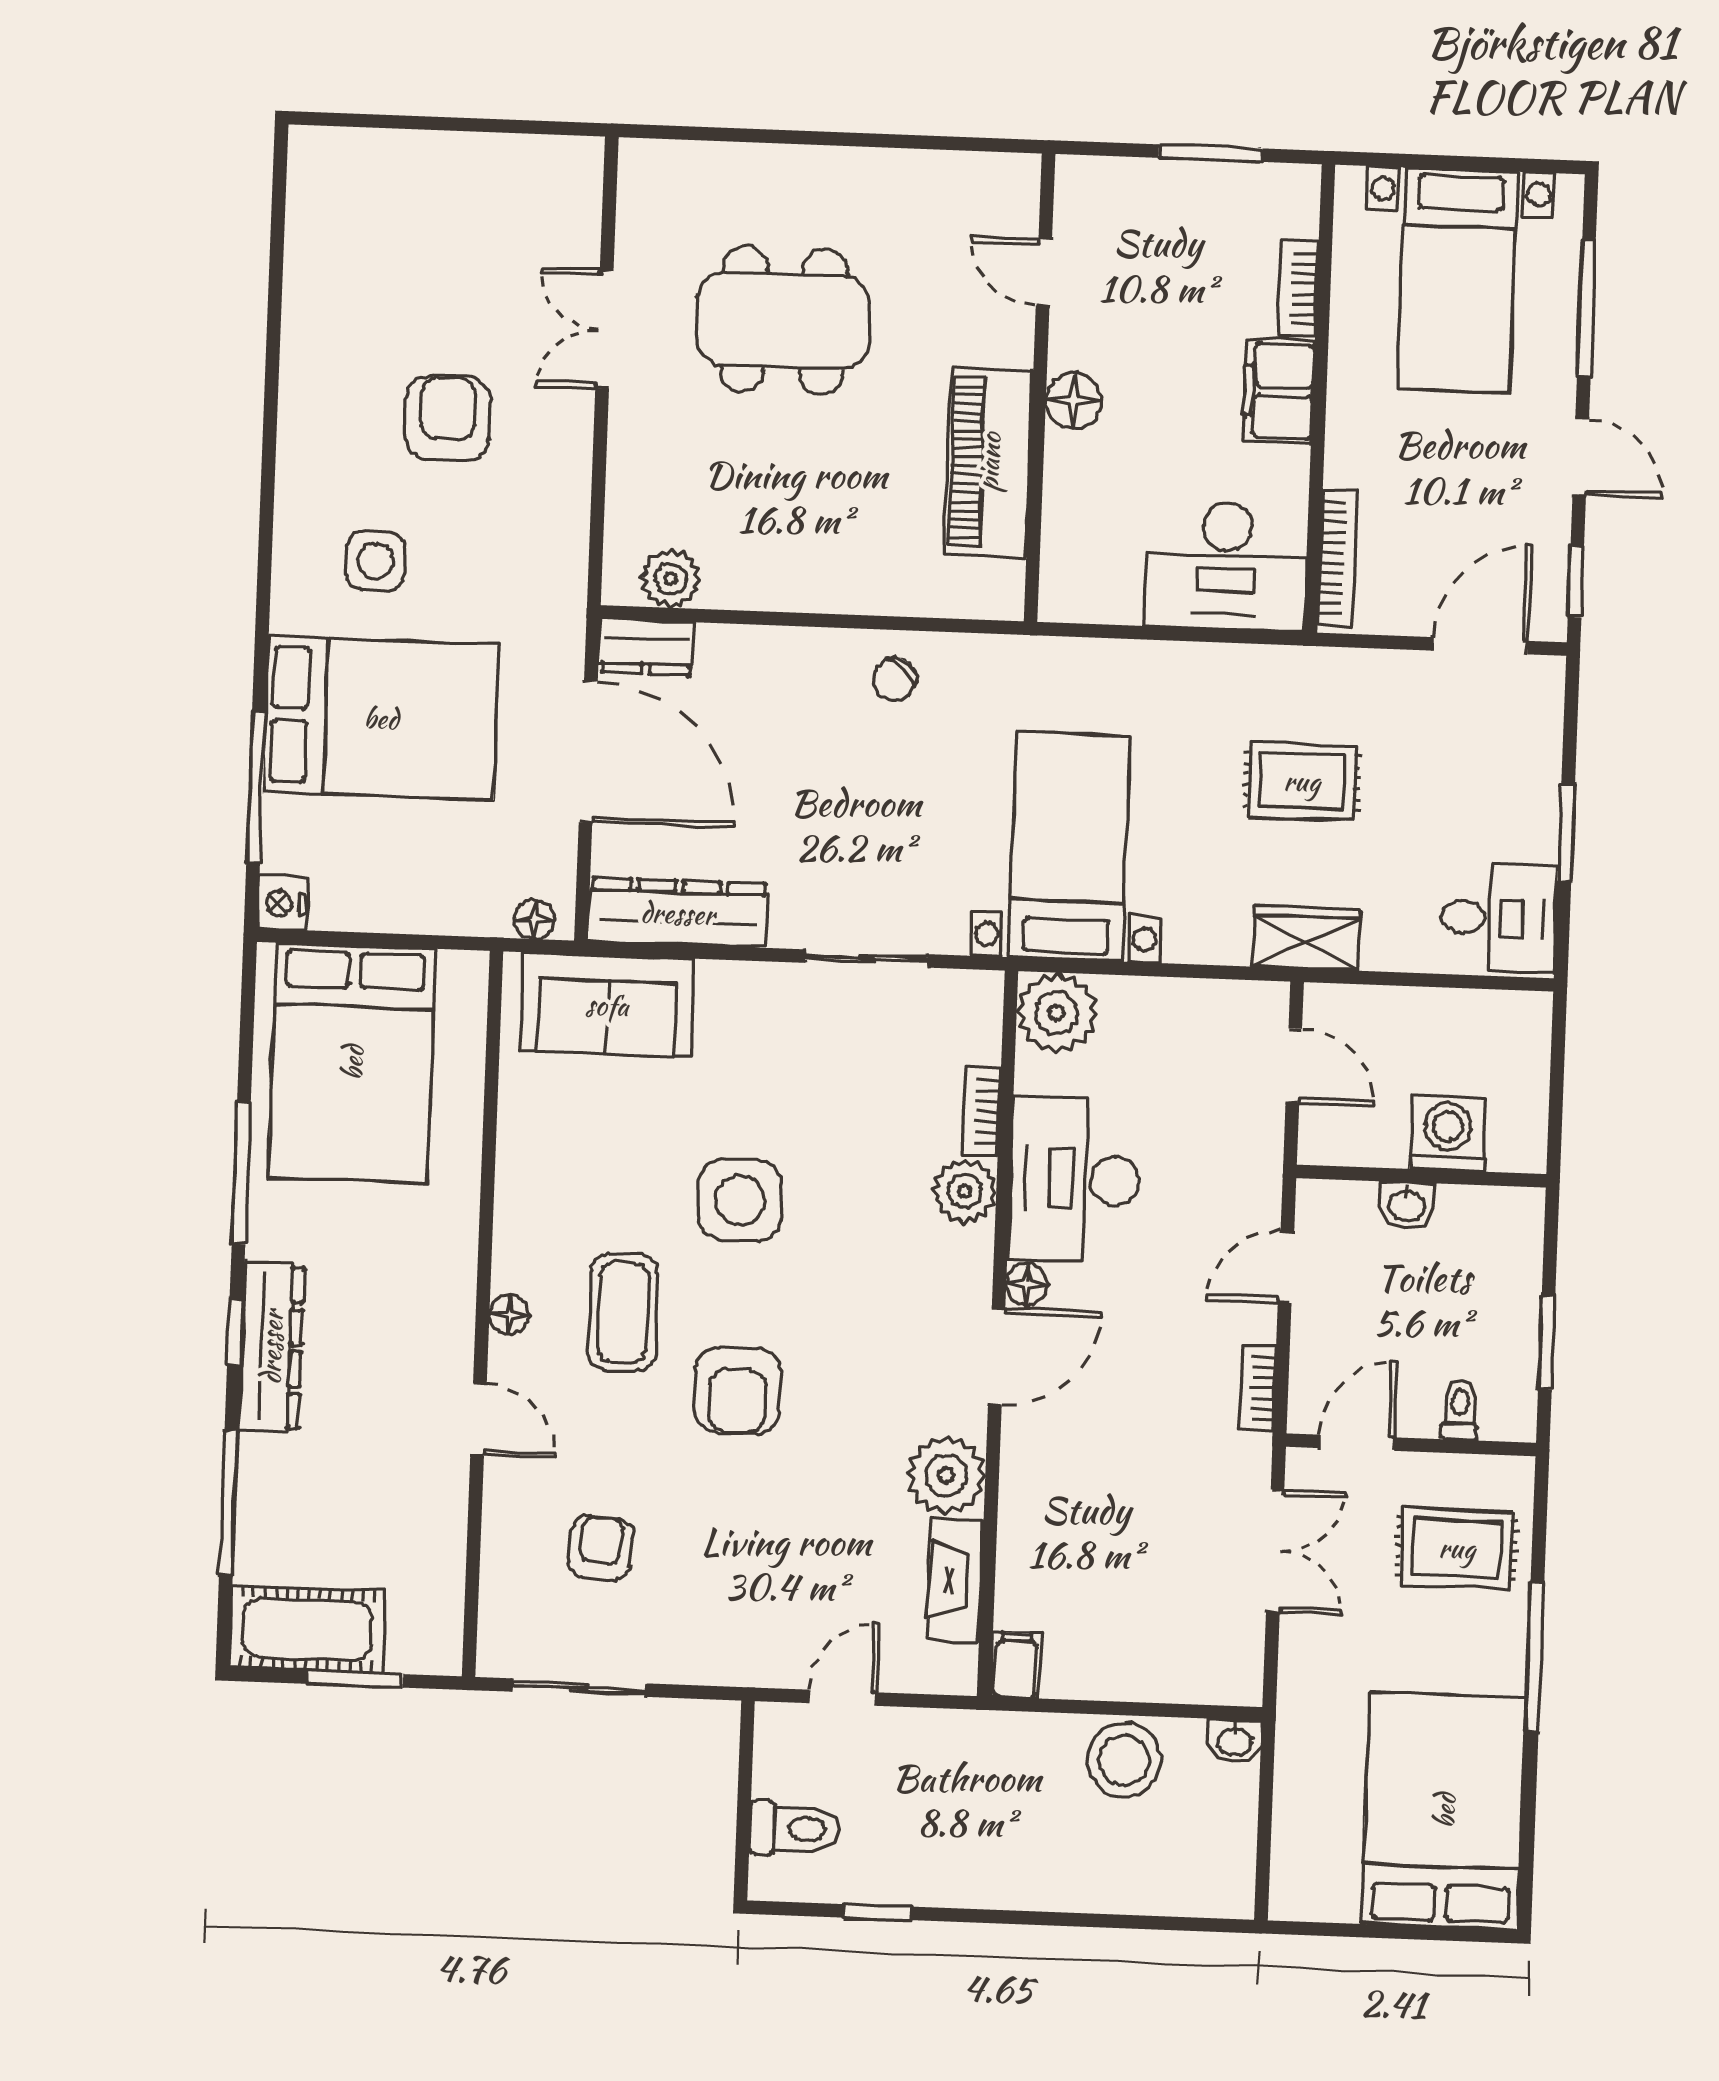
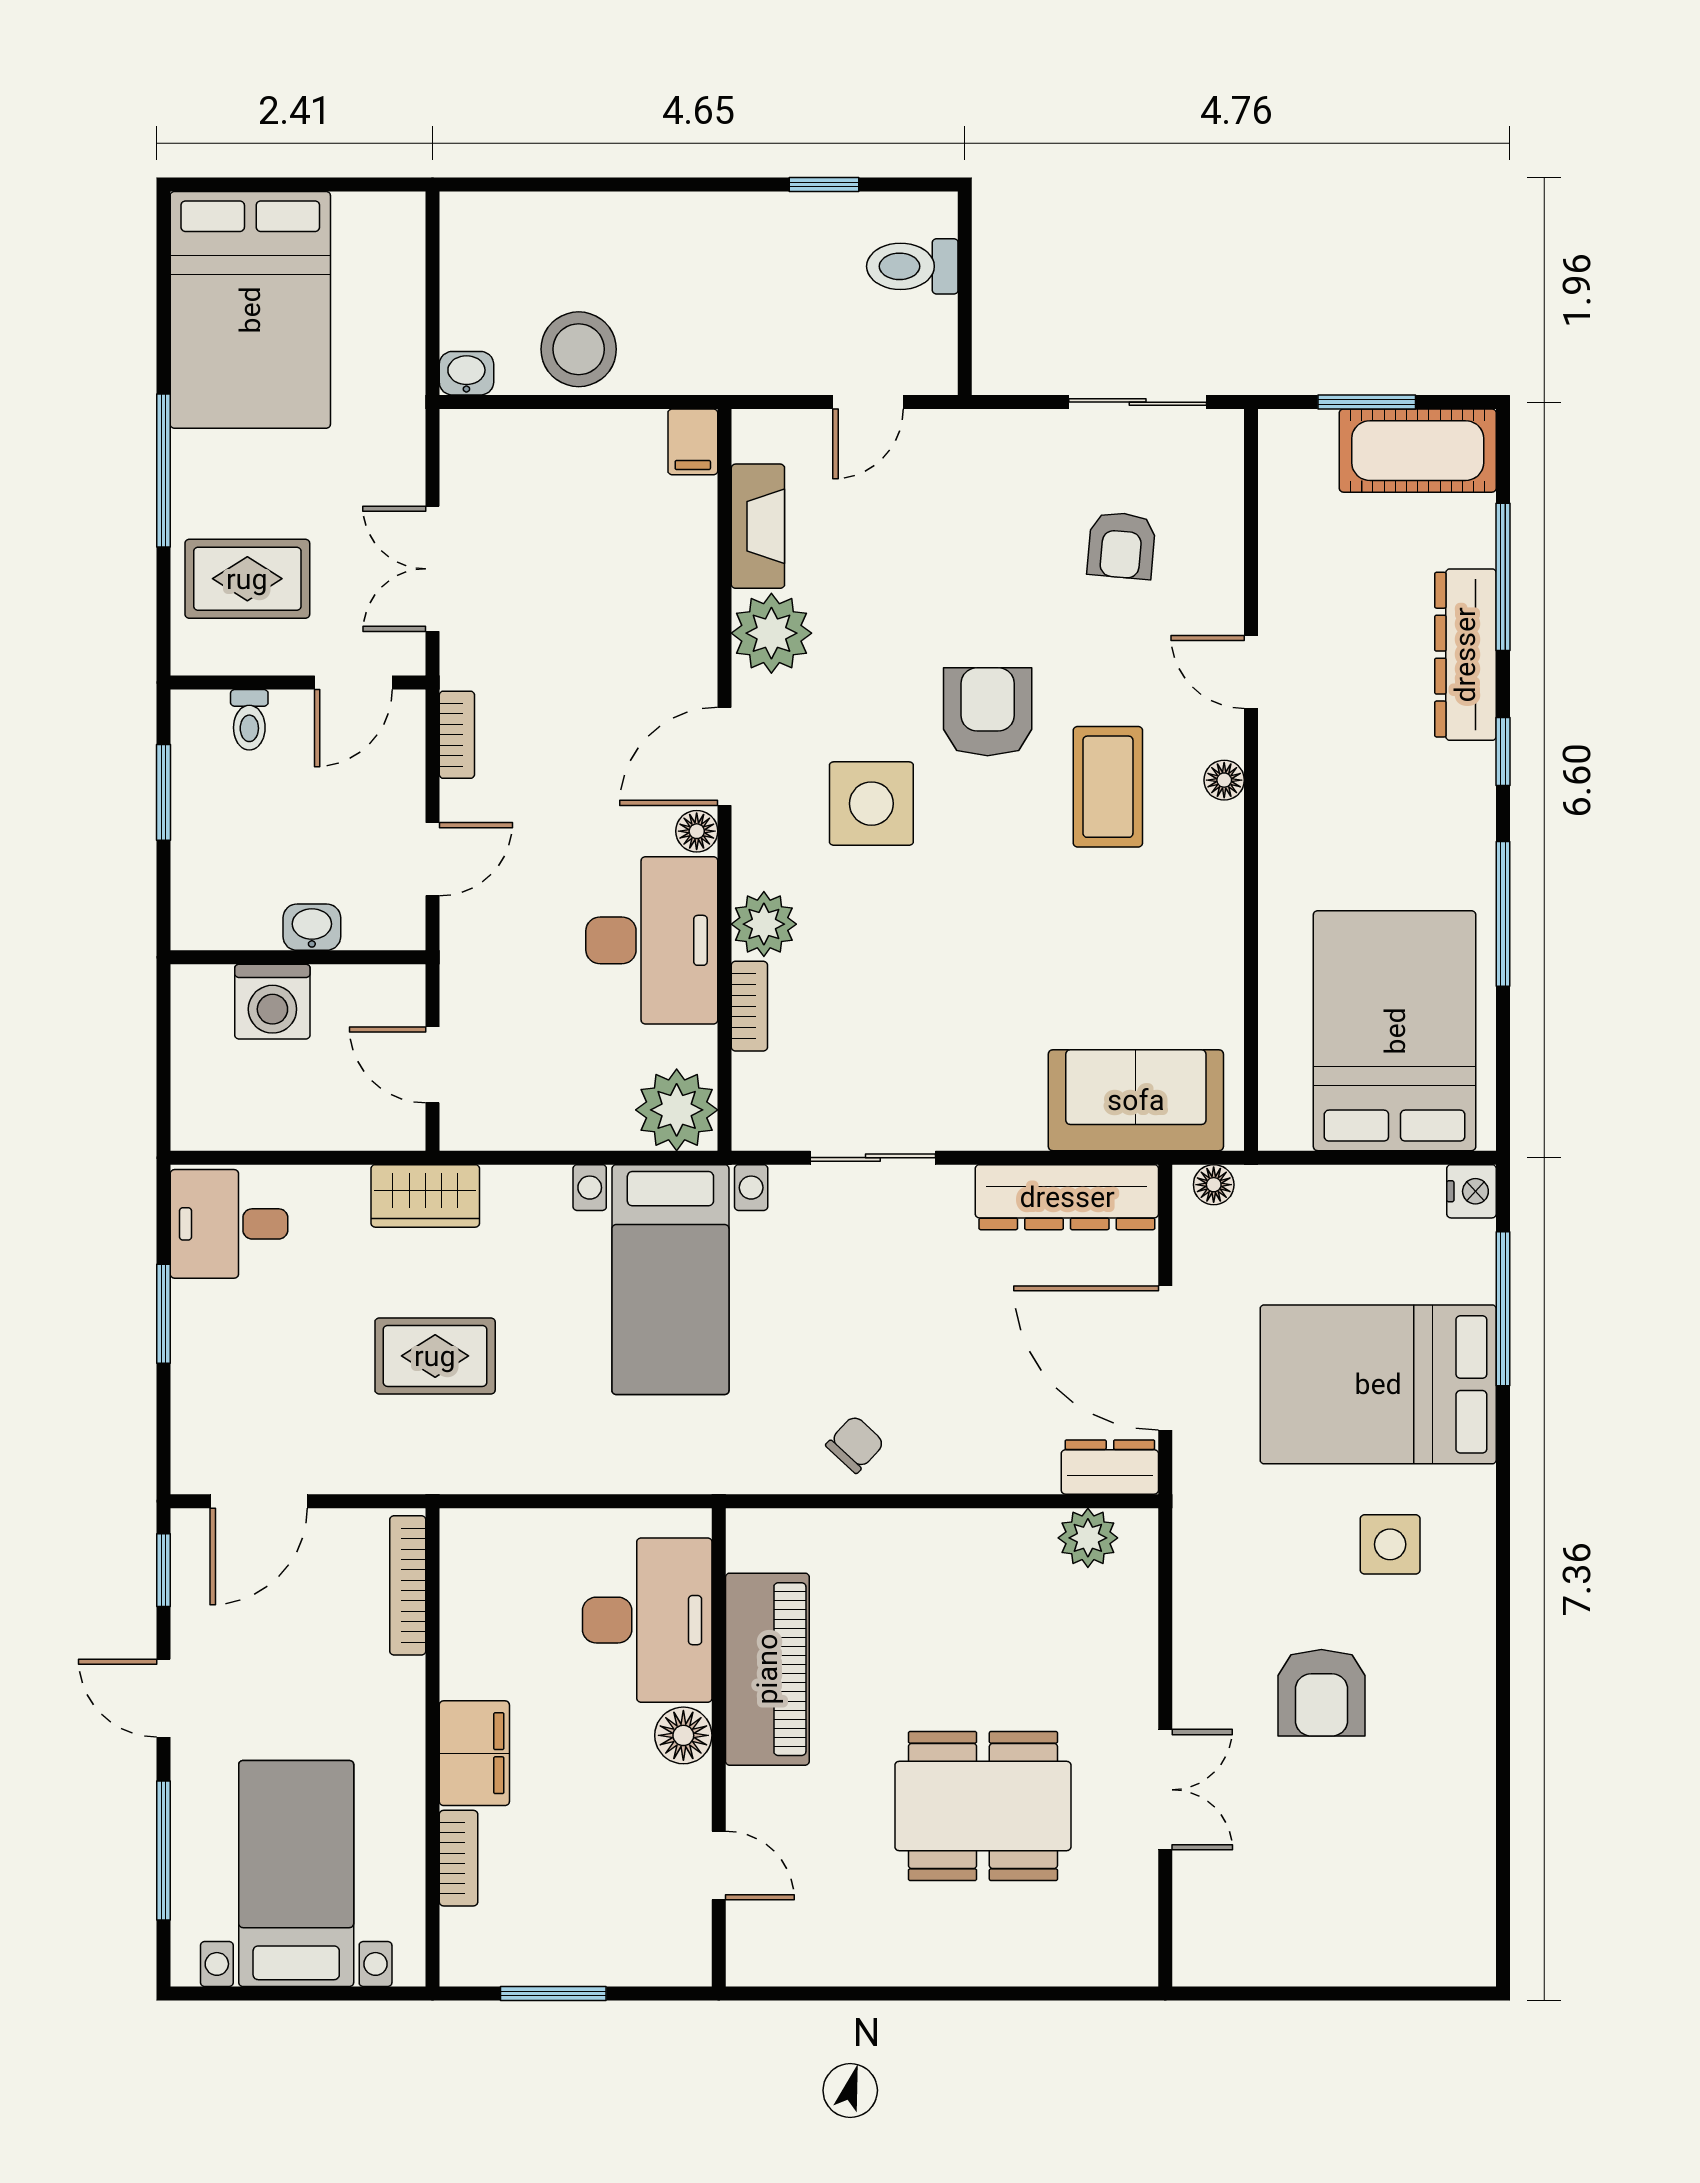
desk: (1226, 566) -> (647, 1620), moved, turned 90
side table: (740, 1200) -> (871, 804), moved
dresser: (271, 1347) -> (1465, 655), moved

